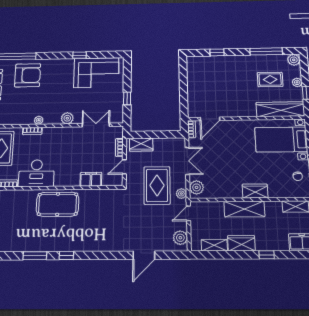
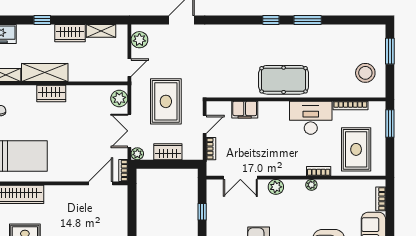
wardrobe: (141, 145) -> (168, 152), moved
plant: (181, 194) -> (137, 154), moved
shelving: (244, 209) -> (45, 72), moved

